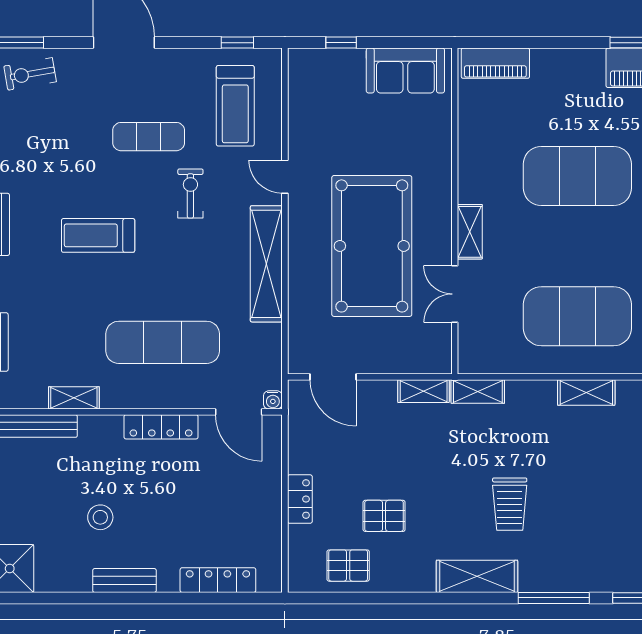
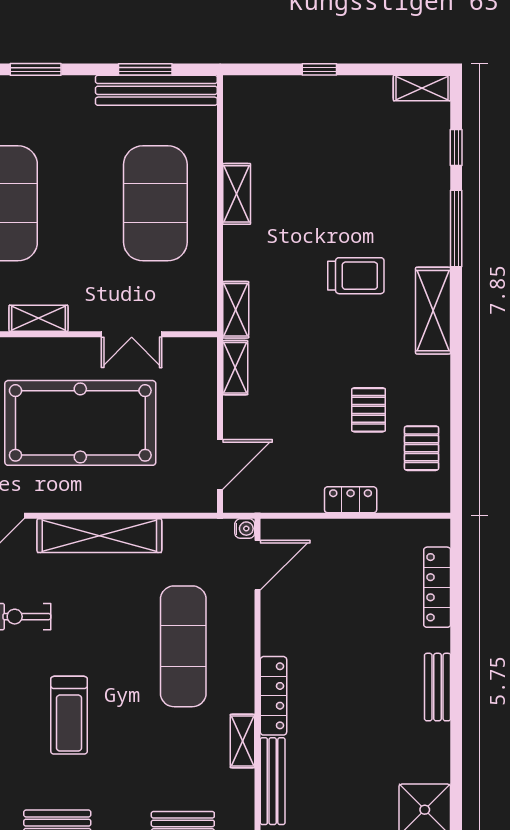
shelving: (470, 232) -> (38, 318), moved
locker: (161, 427) -> (273, 696), moved
stool: (100, 517) -> (370, 713), removed

